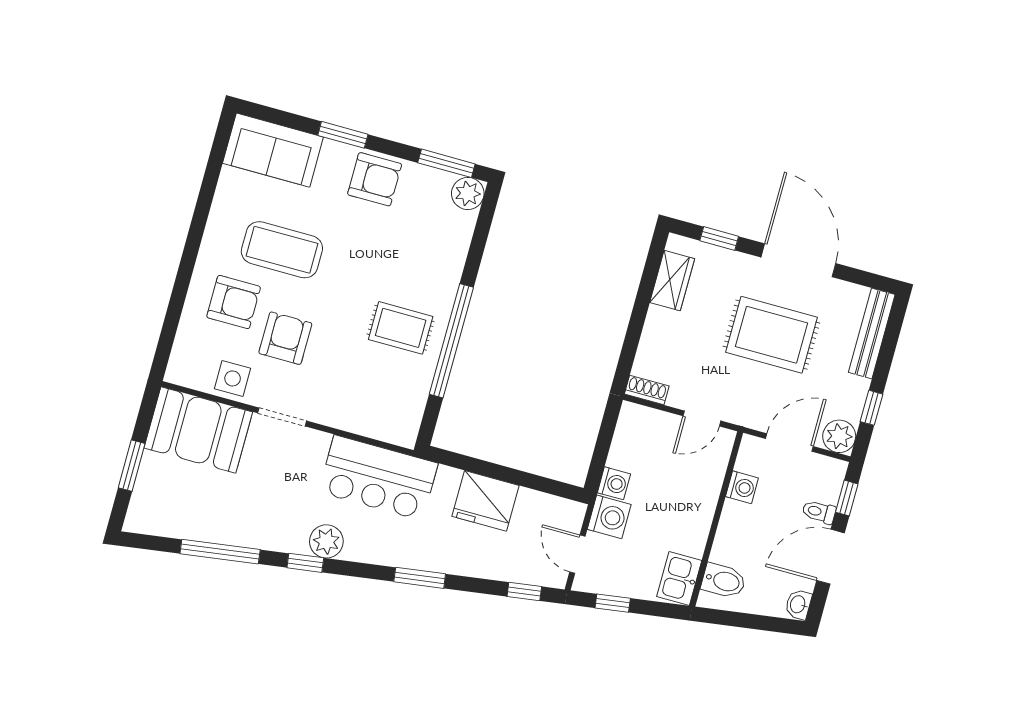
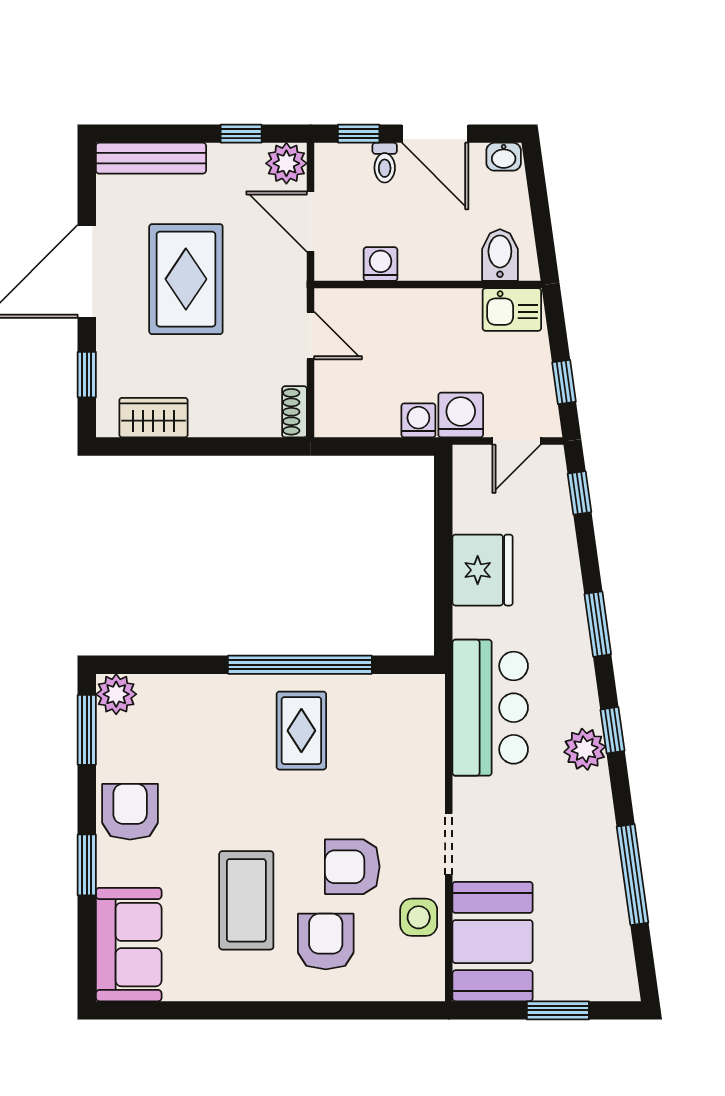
window: (305, 563) -> (612, 730), moved

